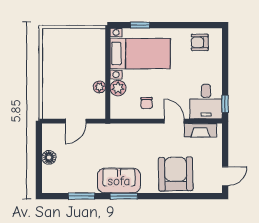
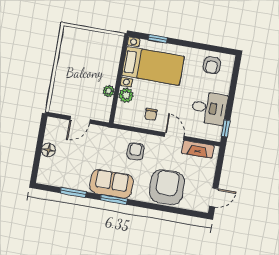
armchair: (200, 42) -> (212, 65), turned -90
desk: (206, 102) -> (209, 108), moved, turned -90
armchair: (138, 143) -> (136, 151), added

